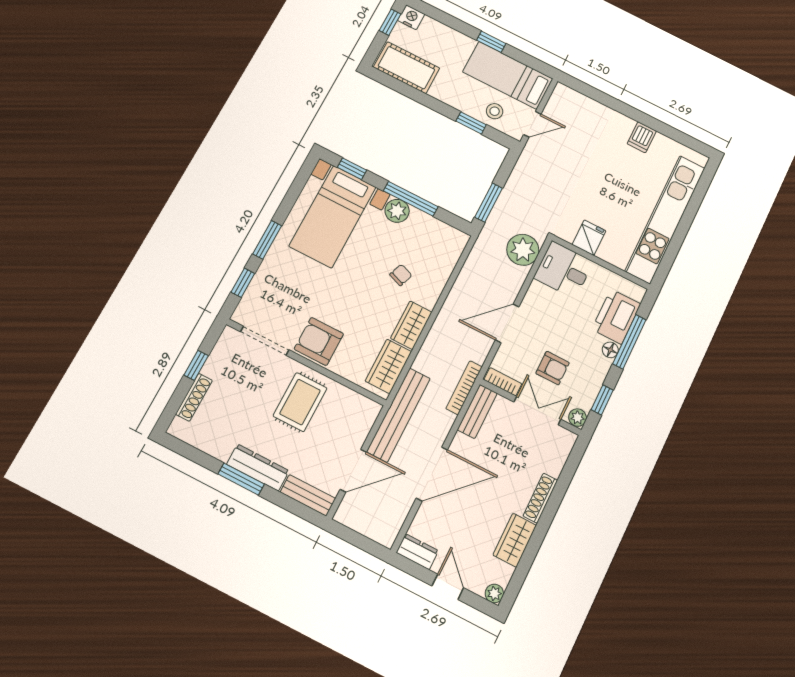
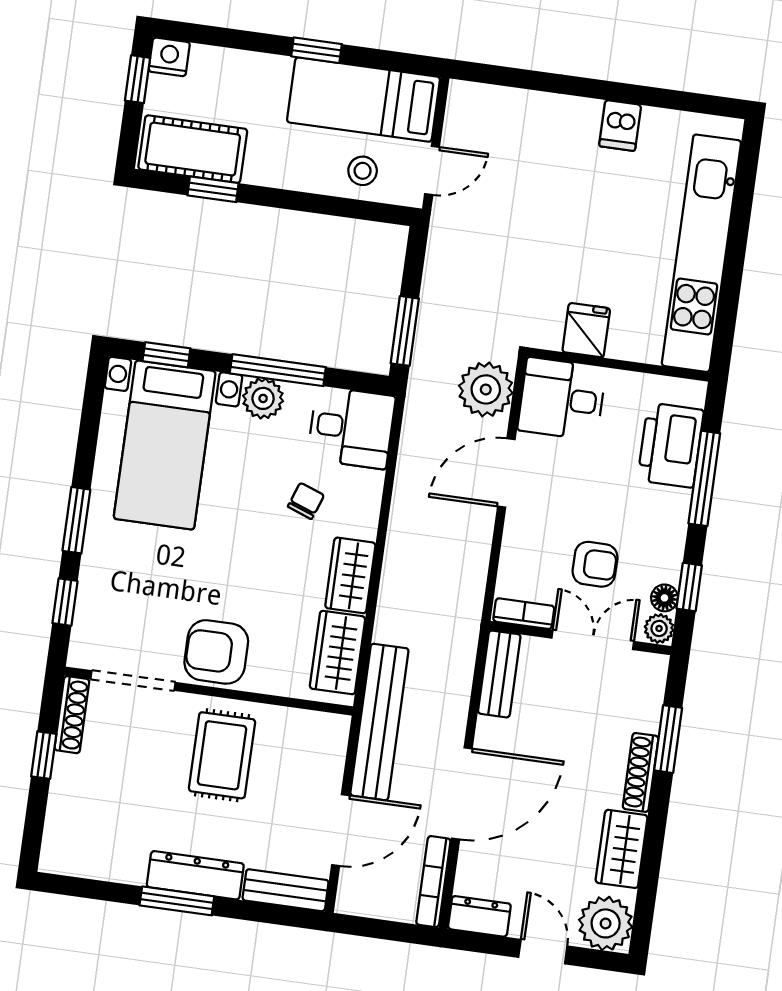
window: (471, 123) -> (213, 189), moved
desk: (441, 244) -> (351, 428), added
door: (507, 323) -> (506, 473), moved
floor lamp: (610, 350) -> (664, 598), moved
bookcase: (464, 388) -> (433, 882), moved
shoe rack: (194, 397) -> (72, 715), moved
window: (563, 484) -> (668, 739), added
plant: (494, 594) -> (606, 923), width x1.88, depth x1.88

